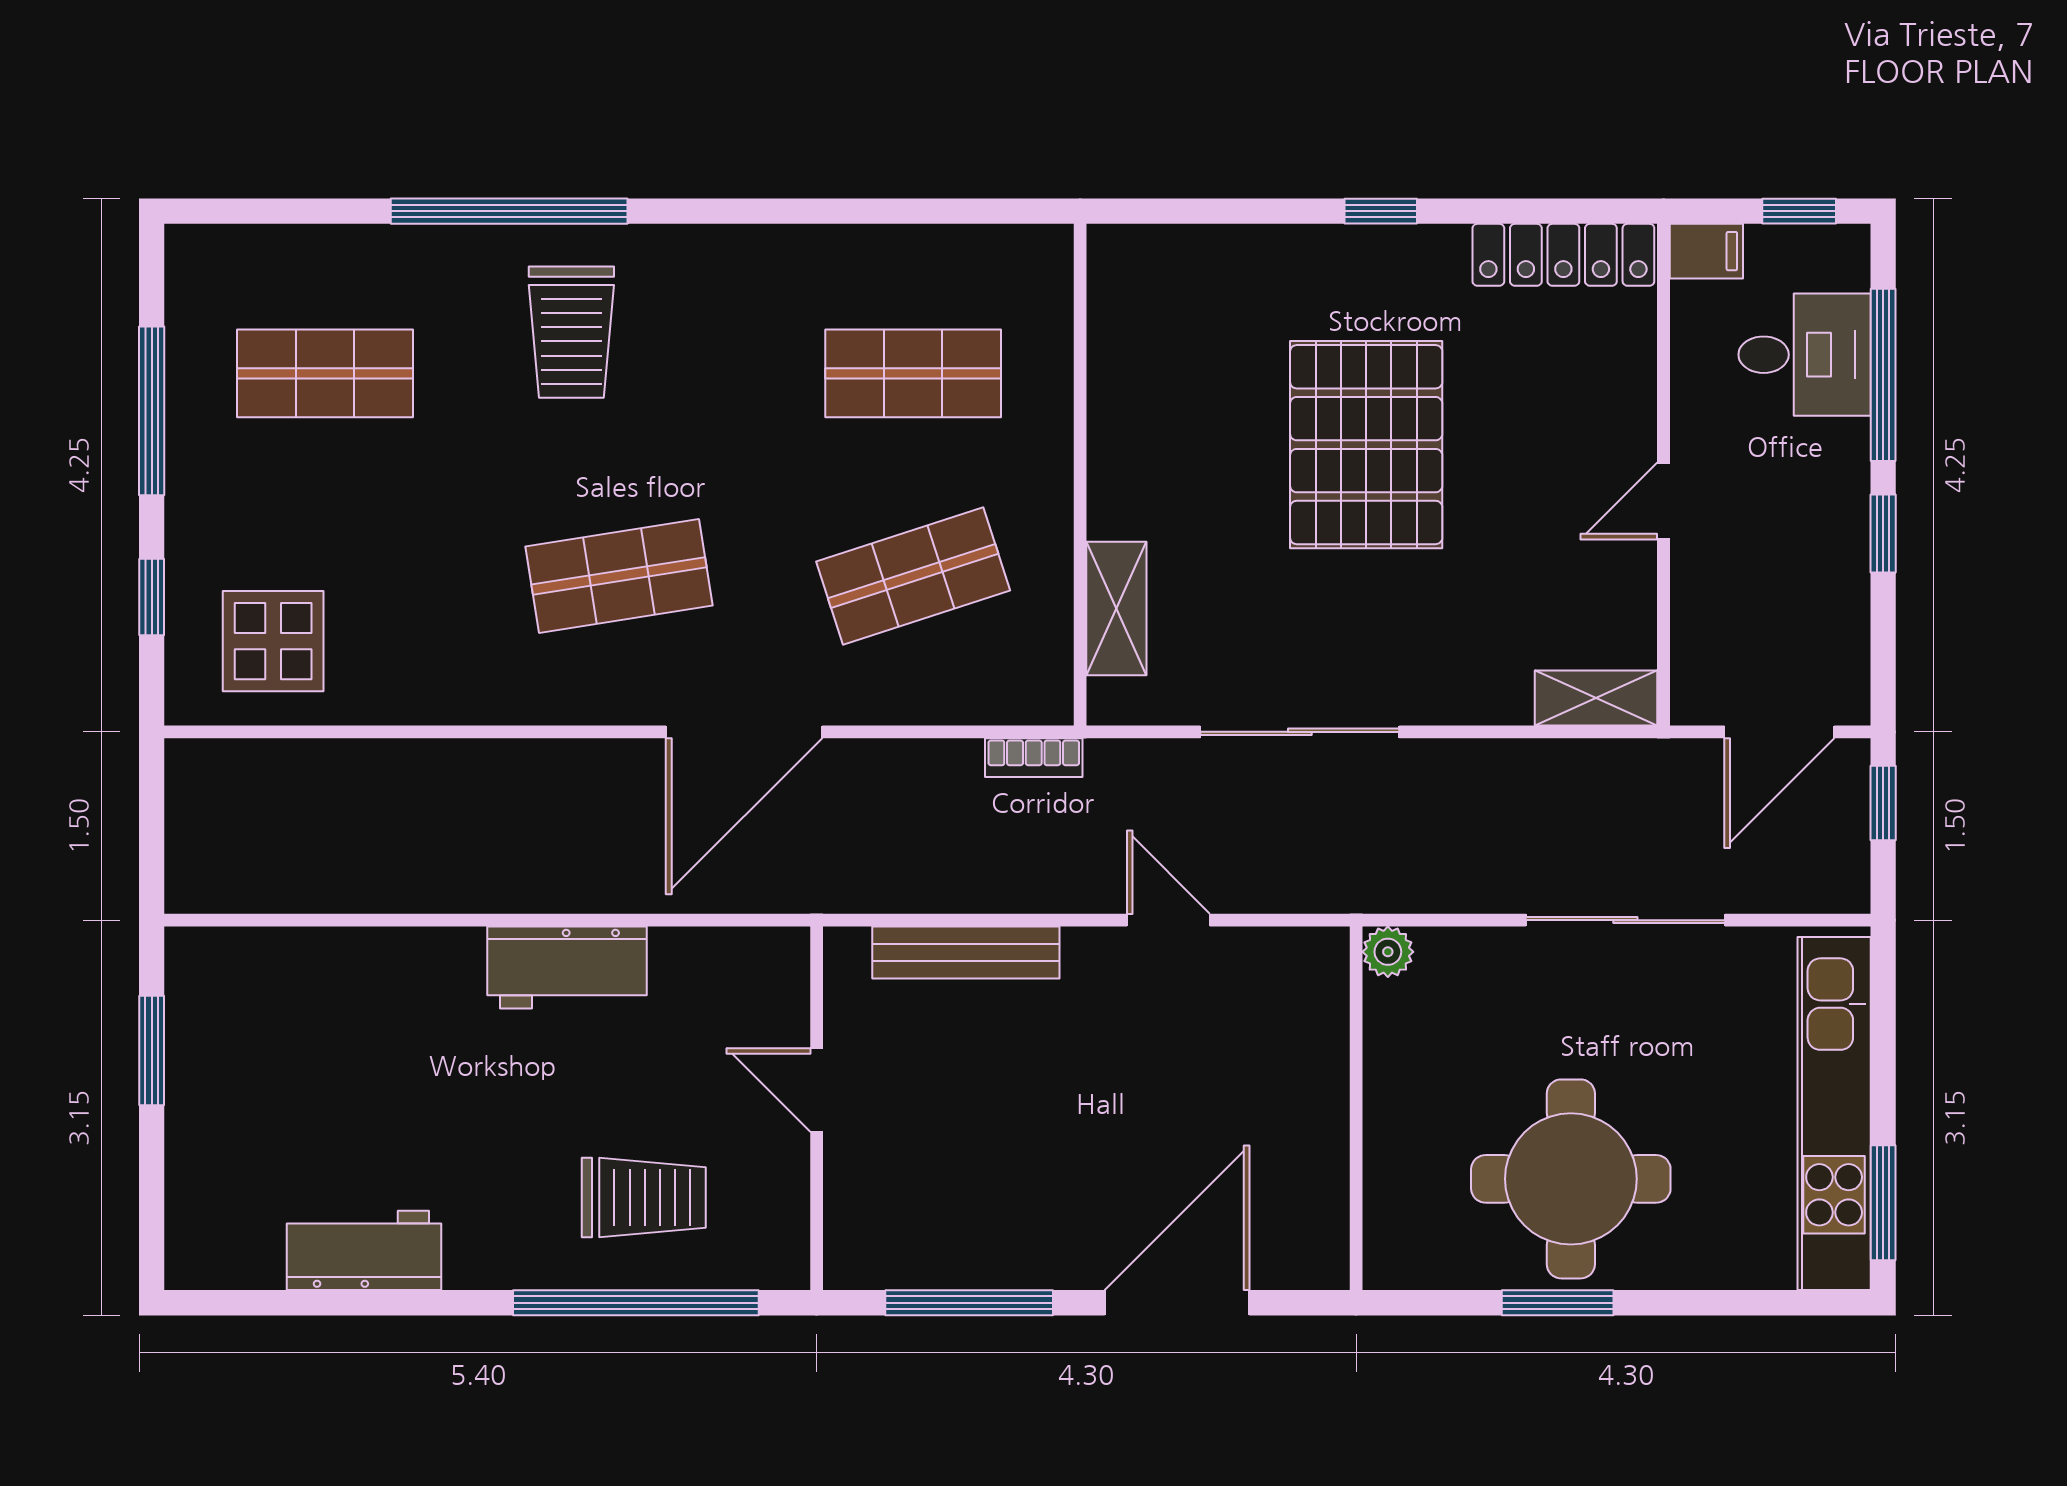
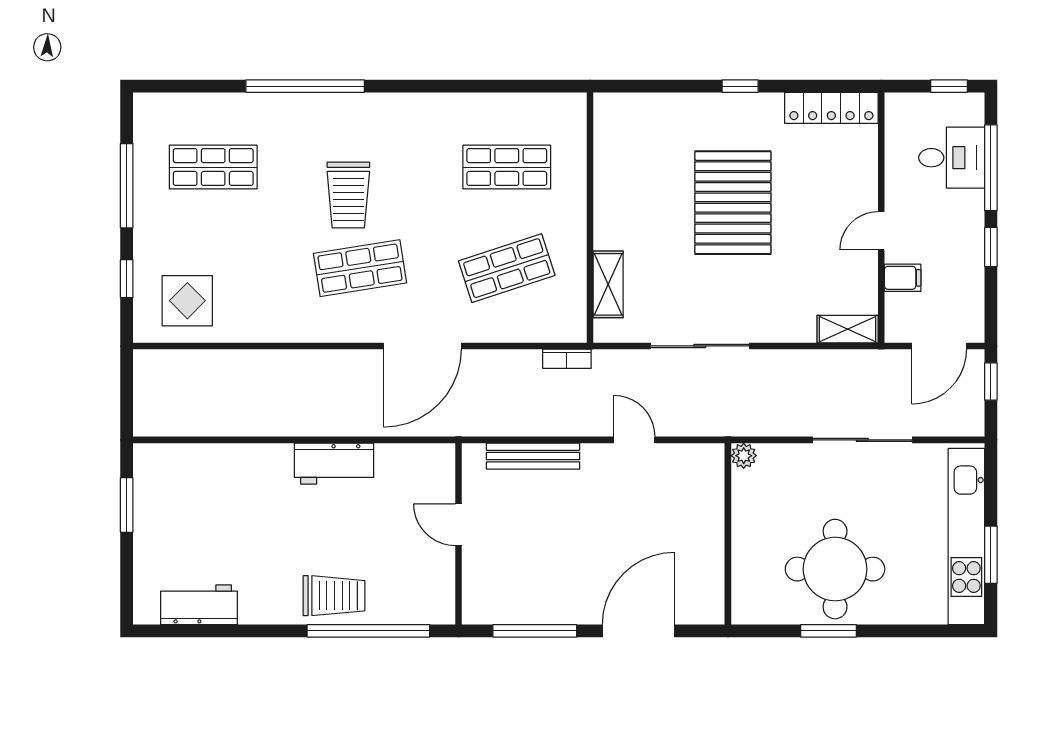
filing cabinet: (1706, 251) -> (903, 278), moved
trolley: (571, 332) -> (348, 195), moved
trolley: (644, 1197) -> (334, 596), moved
window: (1883, 1203) -> (991, 555), moved
workbench: (364, 1250) -> (199, 605), moved

